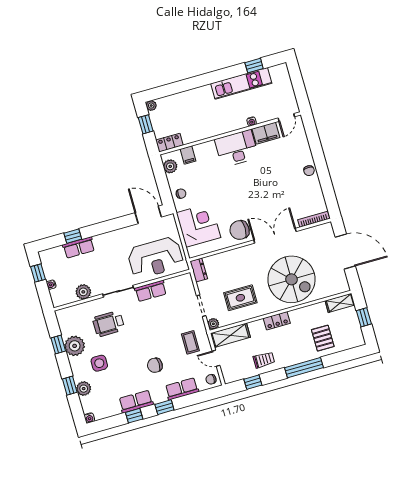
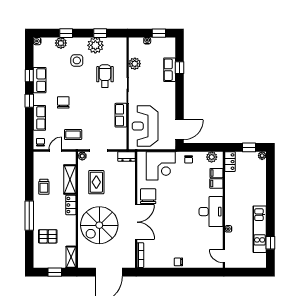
filing cabinet: (266, 133) -> (216, 184), moved, width x0.50
shelving: (230, 335) -> (70, 179), moved
window: (253, 382) -> (29, 173), removed

